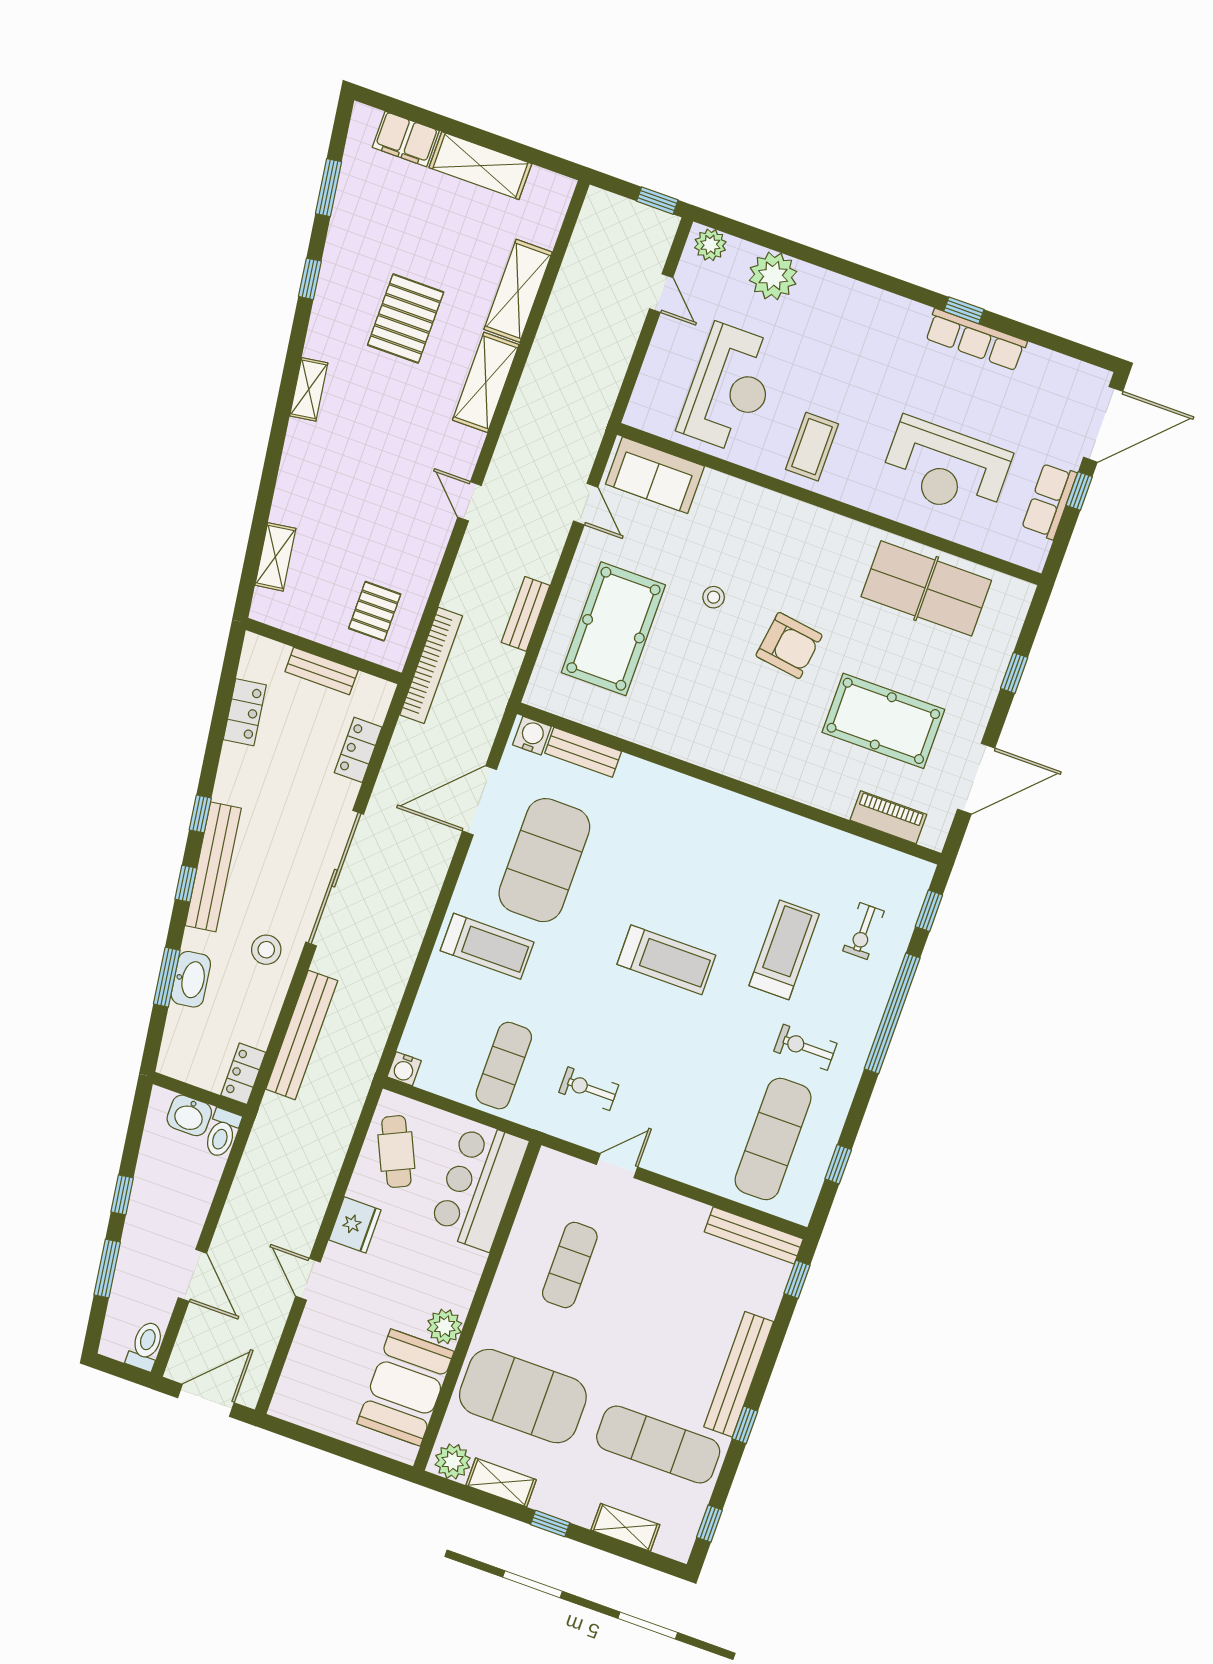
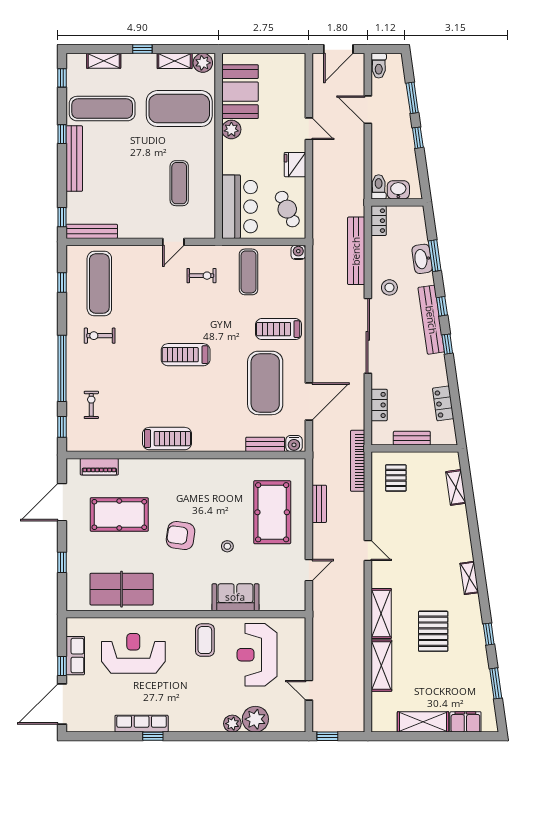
plant: (710, 245) -> (232, 724), moved
sofa: (655, 475) -> (235, 597), moved
door: (586, 504) -> (309, 570), swing flipped
treadmill: (784, 950) -> (167, 439), moved, turned -90
exercise bike: (805, 1047) -> (100, 336), turned 180

